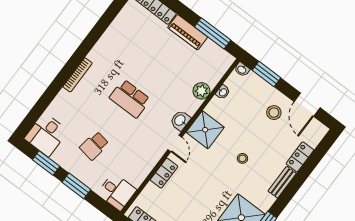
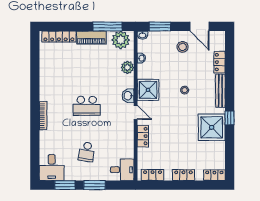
plant: (216, 57) -> (121, 40), added
bench: (282, 182) -> (220, 91), width x1.36

